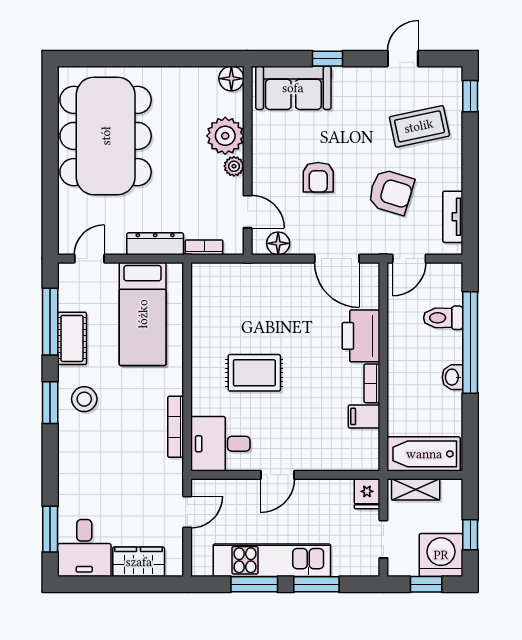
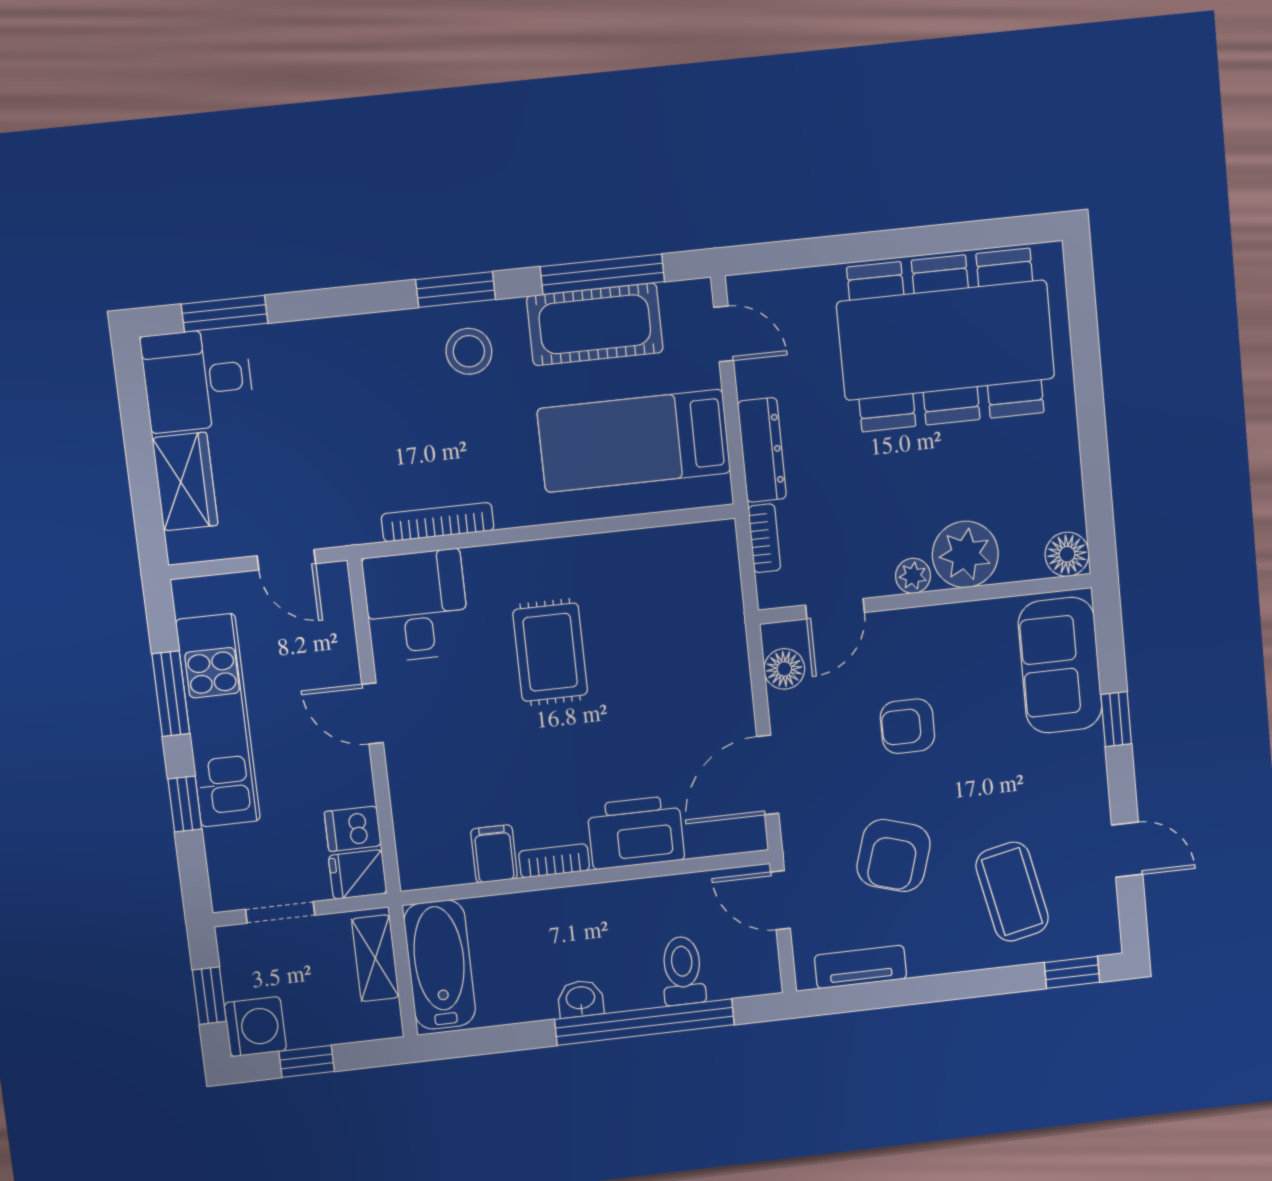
cot: (72, 338) -> (595, 324), width x1.37, depth x1.34
dishwasher: (341, 493) -> (353, 829), added
washing machine: (441, 555) -> (255, 1027), width x0.73, depth x0.73
window: (316, 584) -> (185, 804), width x0.67

